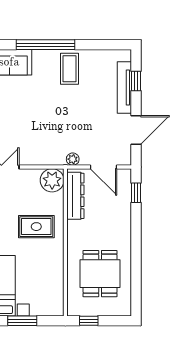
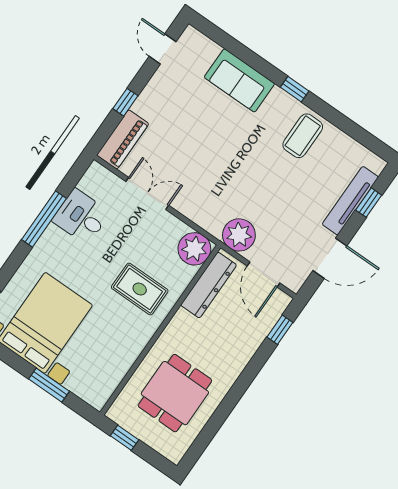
window: (45, 45) -> (295, 89), width x0.32
plant: (73, 159) -> (239, 235), width x1.87, depth x1.87

